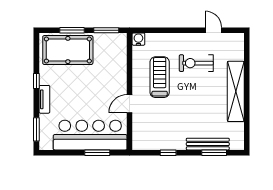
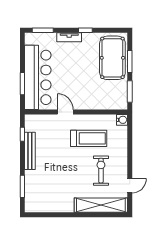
shelving: (236, 91) -> (101, 205), moved
bench: (208, 144) -> (30, 151), moved
window: (168, 153) -> (22, 134), moved

